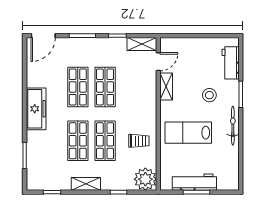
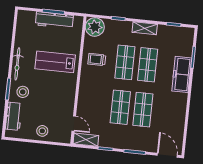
door: (43, 36) -> (167, 155), hinge flipped
stool: (195, 49) -> (42, 131), added
door: (158, 62) -> (74, 124), swing flipped
shelving: (166, 86) -> (69, 102), removed
stool: (209, 95) -> (23, 92), moved
freezer: (36, 109) -> (182, 74), moved
lab bench: (188, 133) -> (55, 62), turned 180

